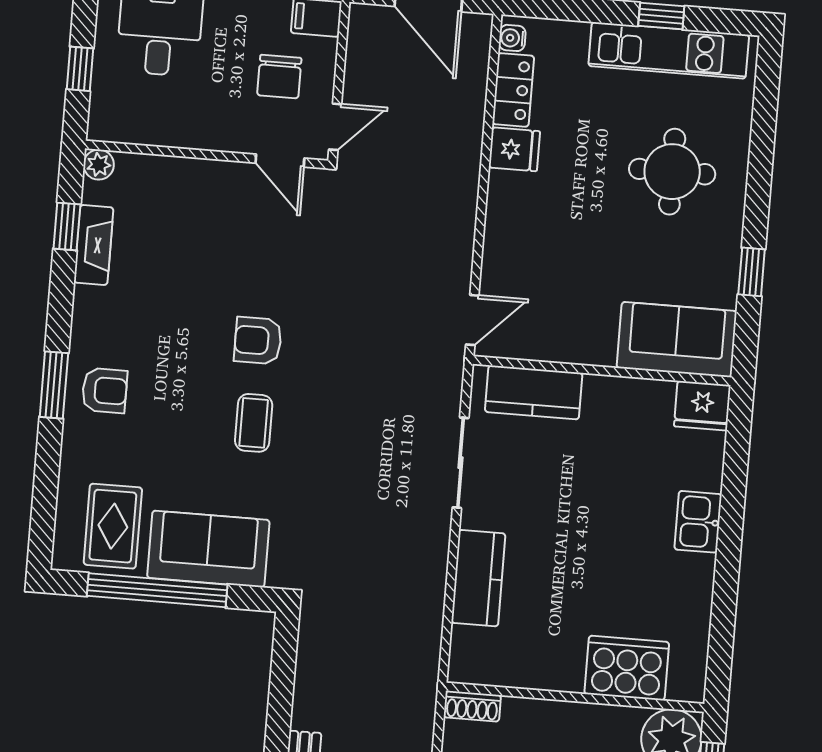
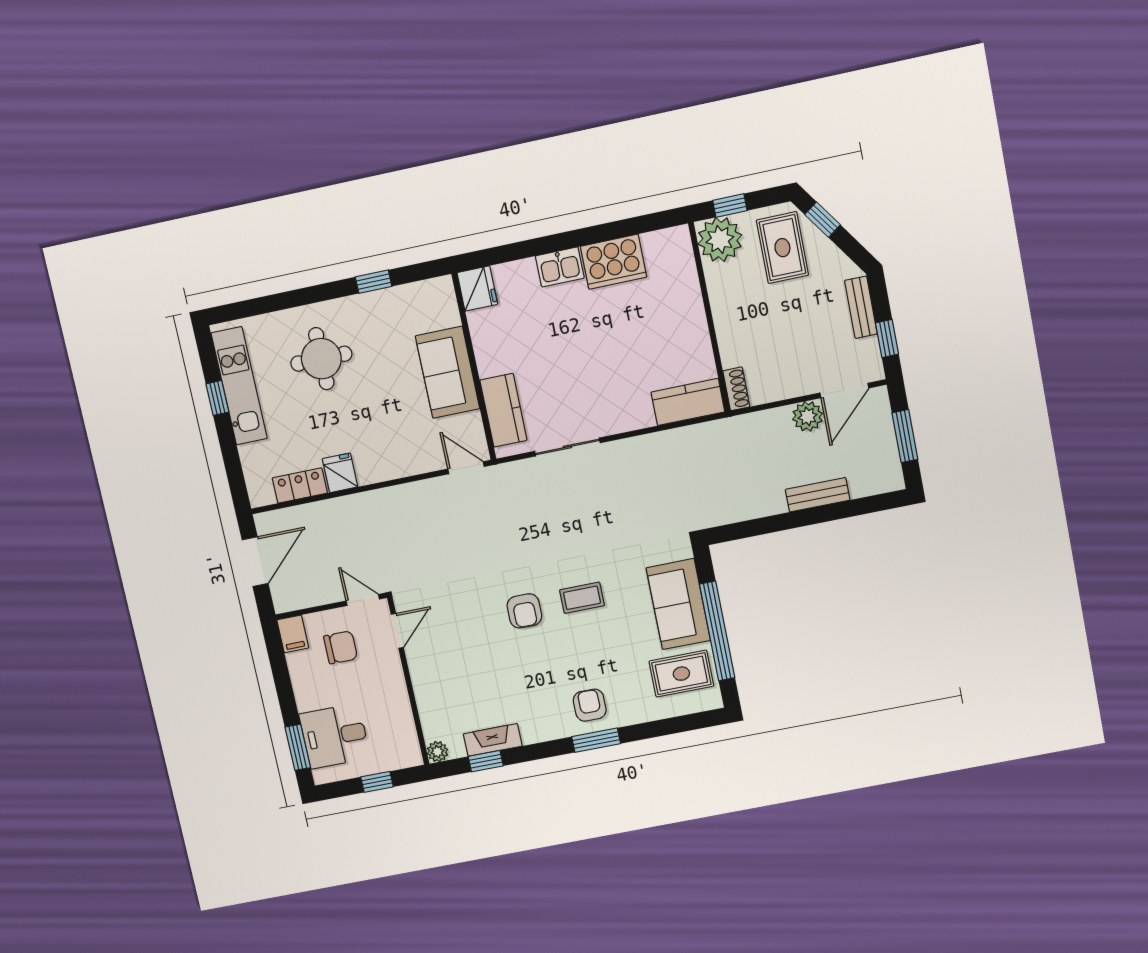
water cooler: (512, 38) -> (265, 497), removed
sofa: (677, 339) -> (448, 372), moved
kitchen counter: (478, 578) -> (688, 402), moved
cooker: (627, 668) -> (613, 262), moved, turned -90

